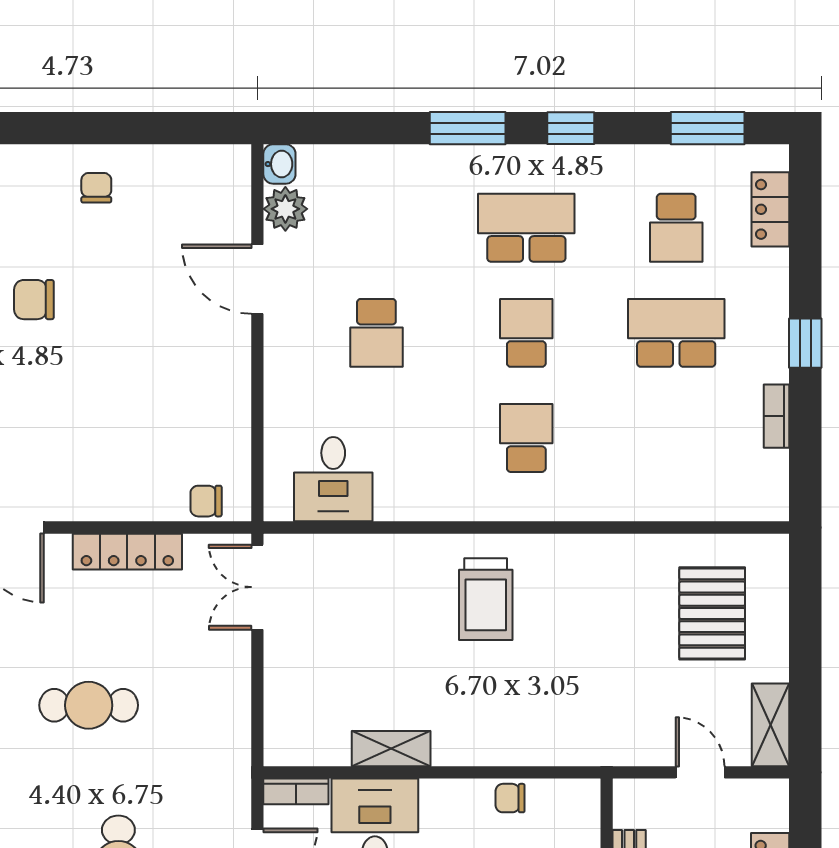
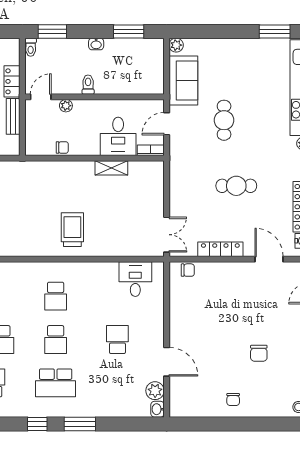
chair: (34, 300) -> (259, 353), turned 90

